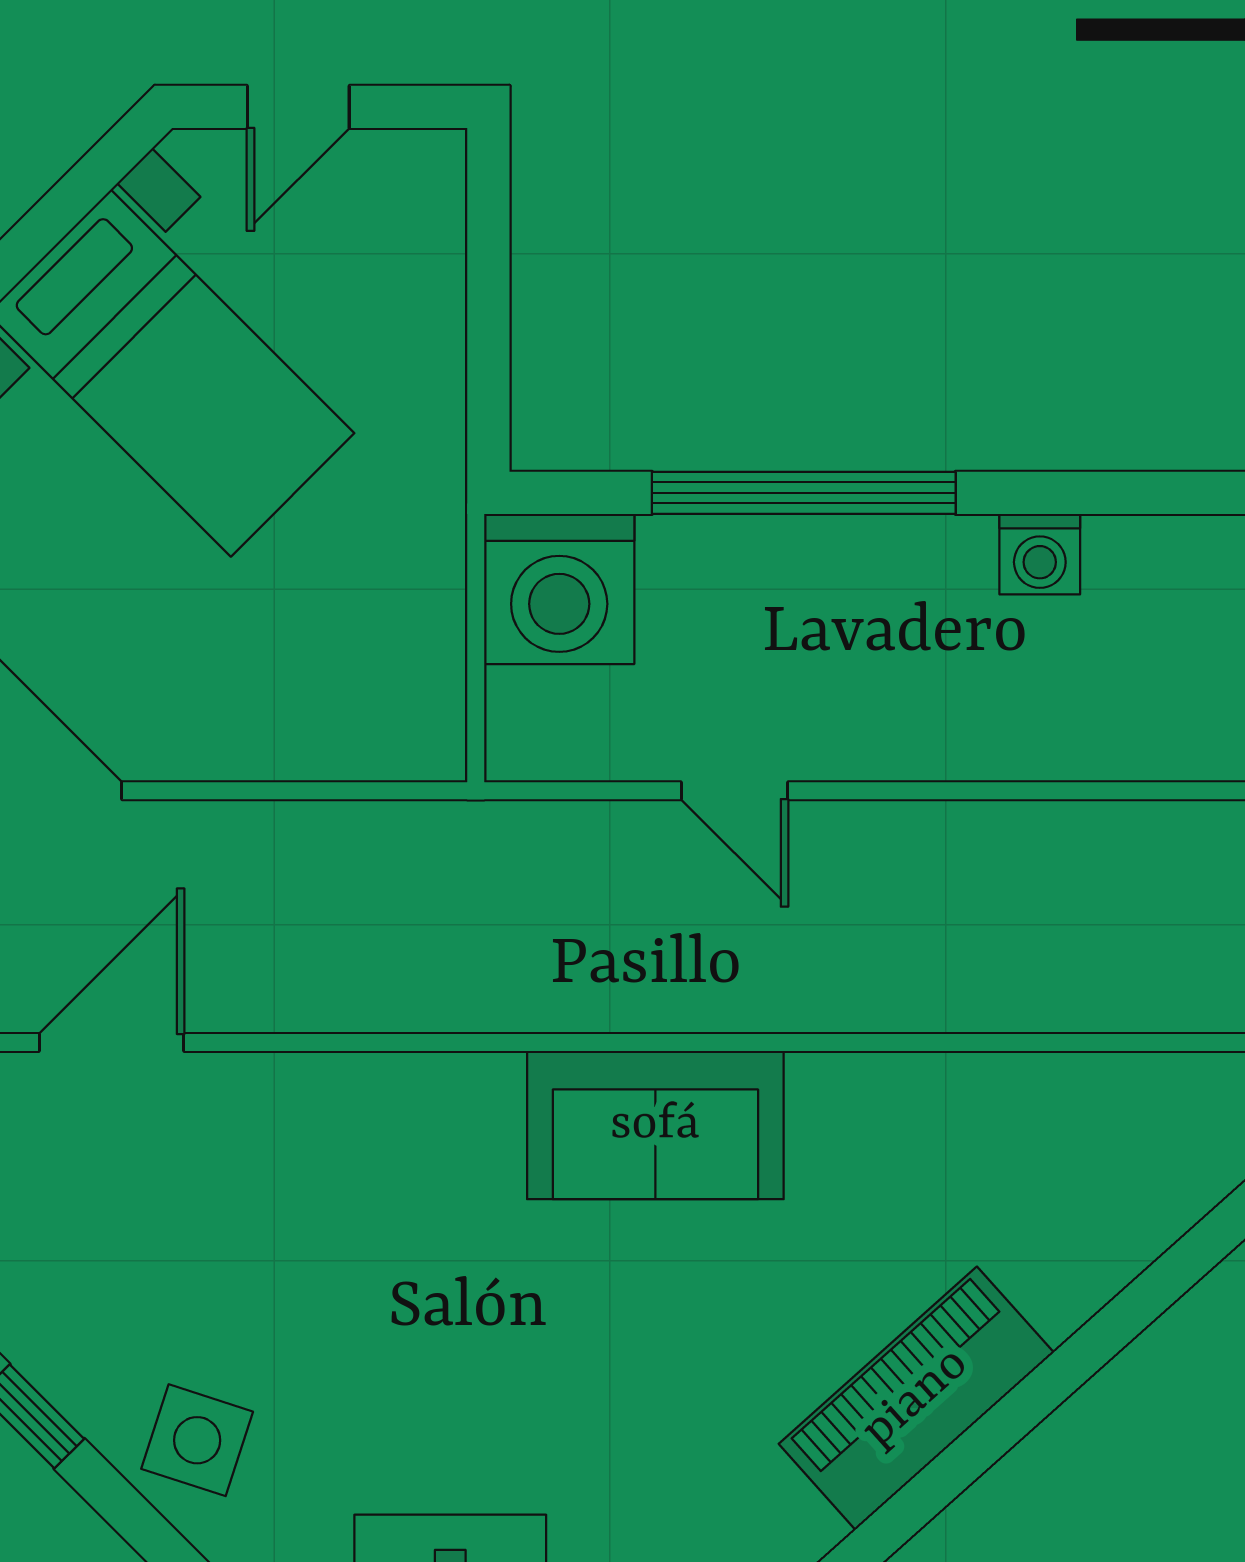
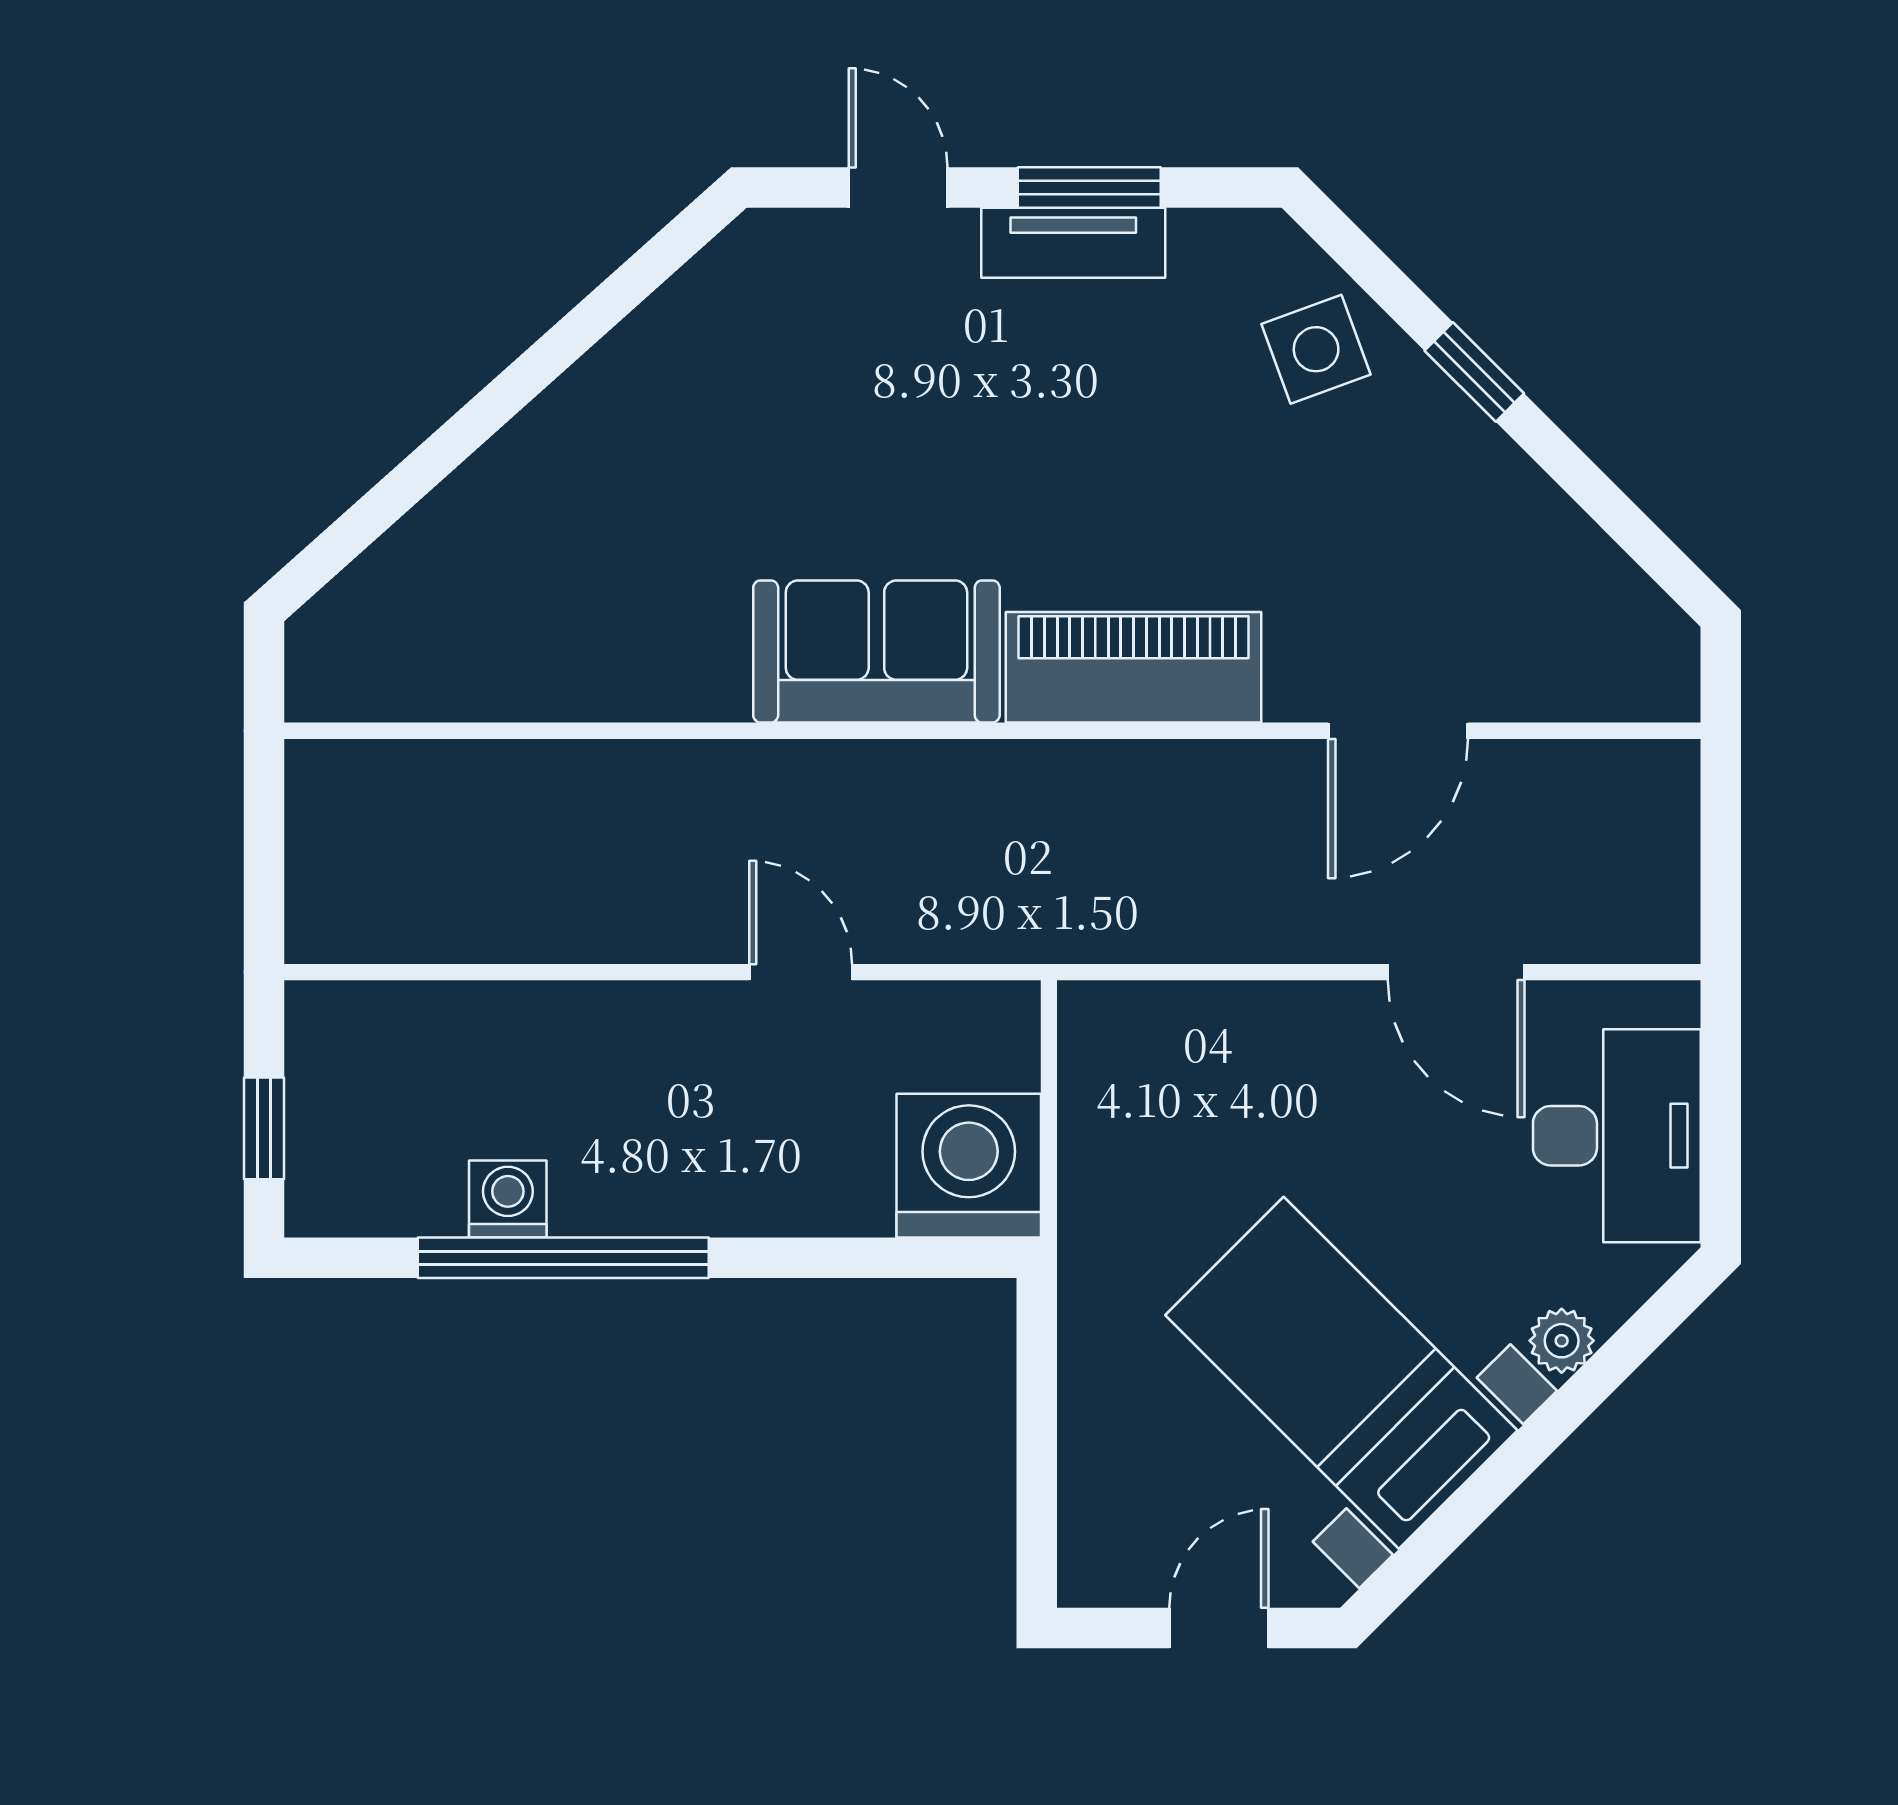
window: (804, 493) -> (563, 1258), moved
piano: (916, 1398) -> (1134, 667), moved, turned -138
side table: (197, 1440) -> (1316, 349), turned -38

